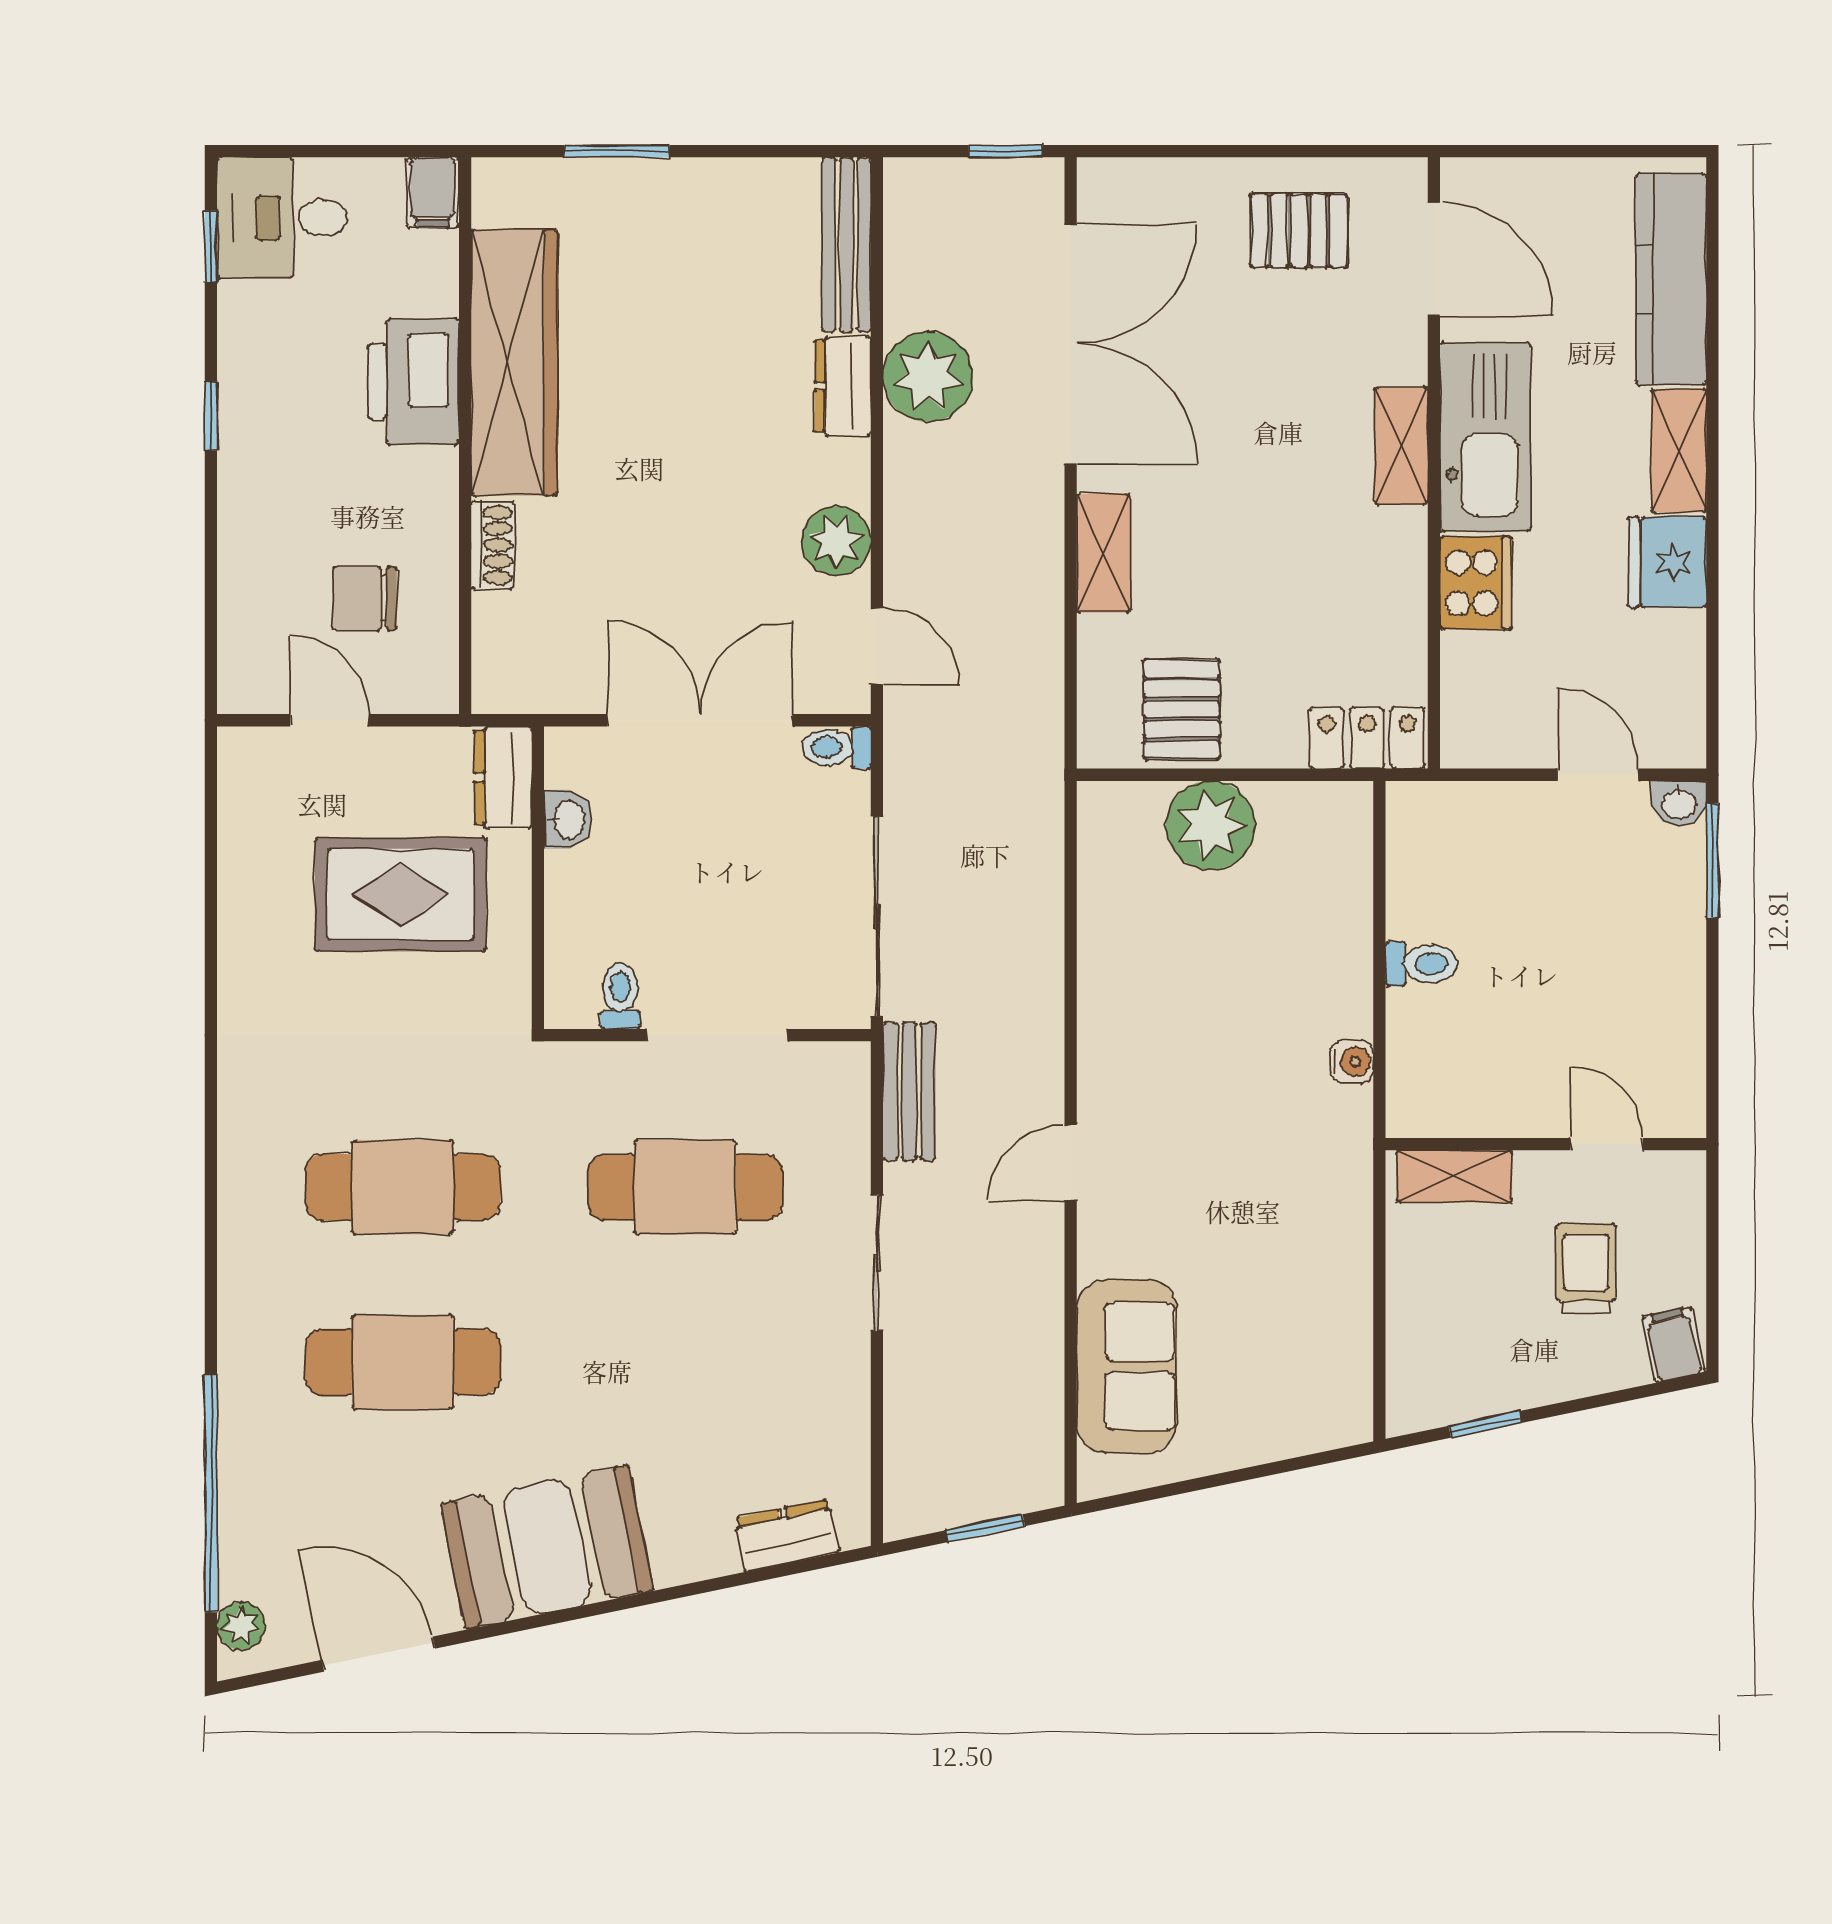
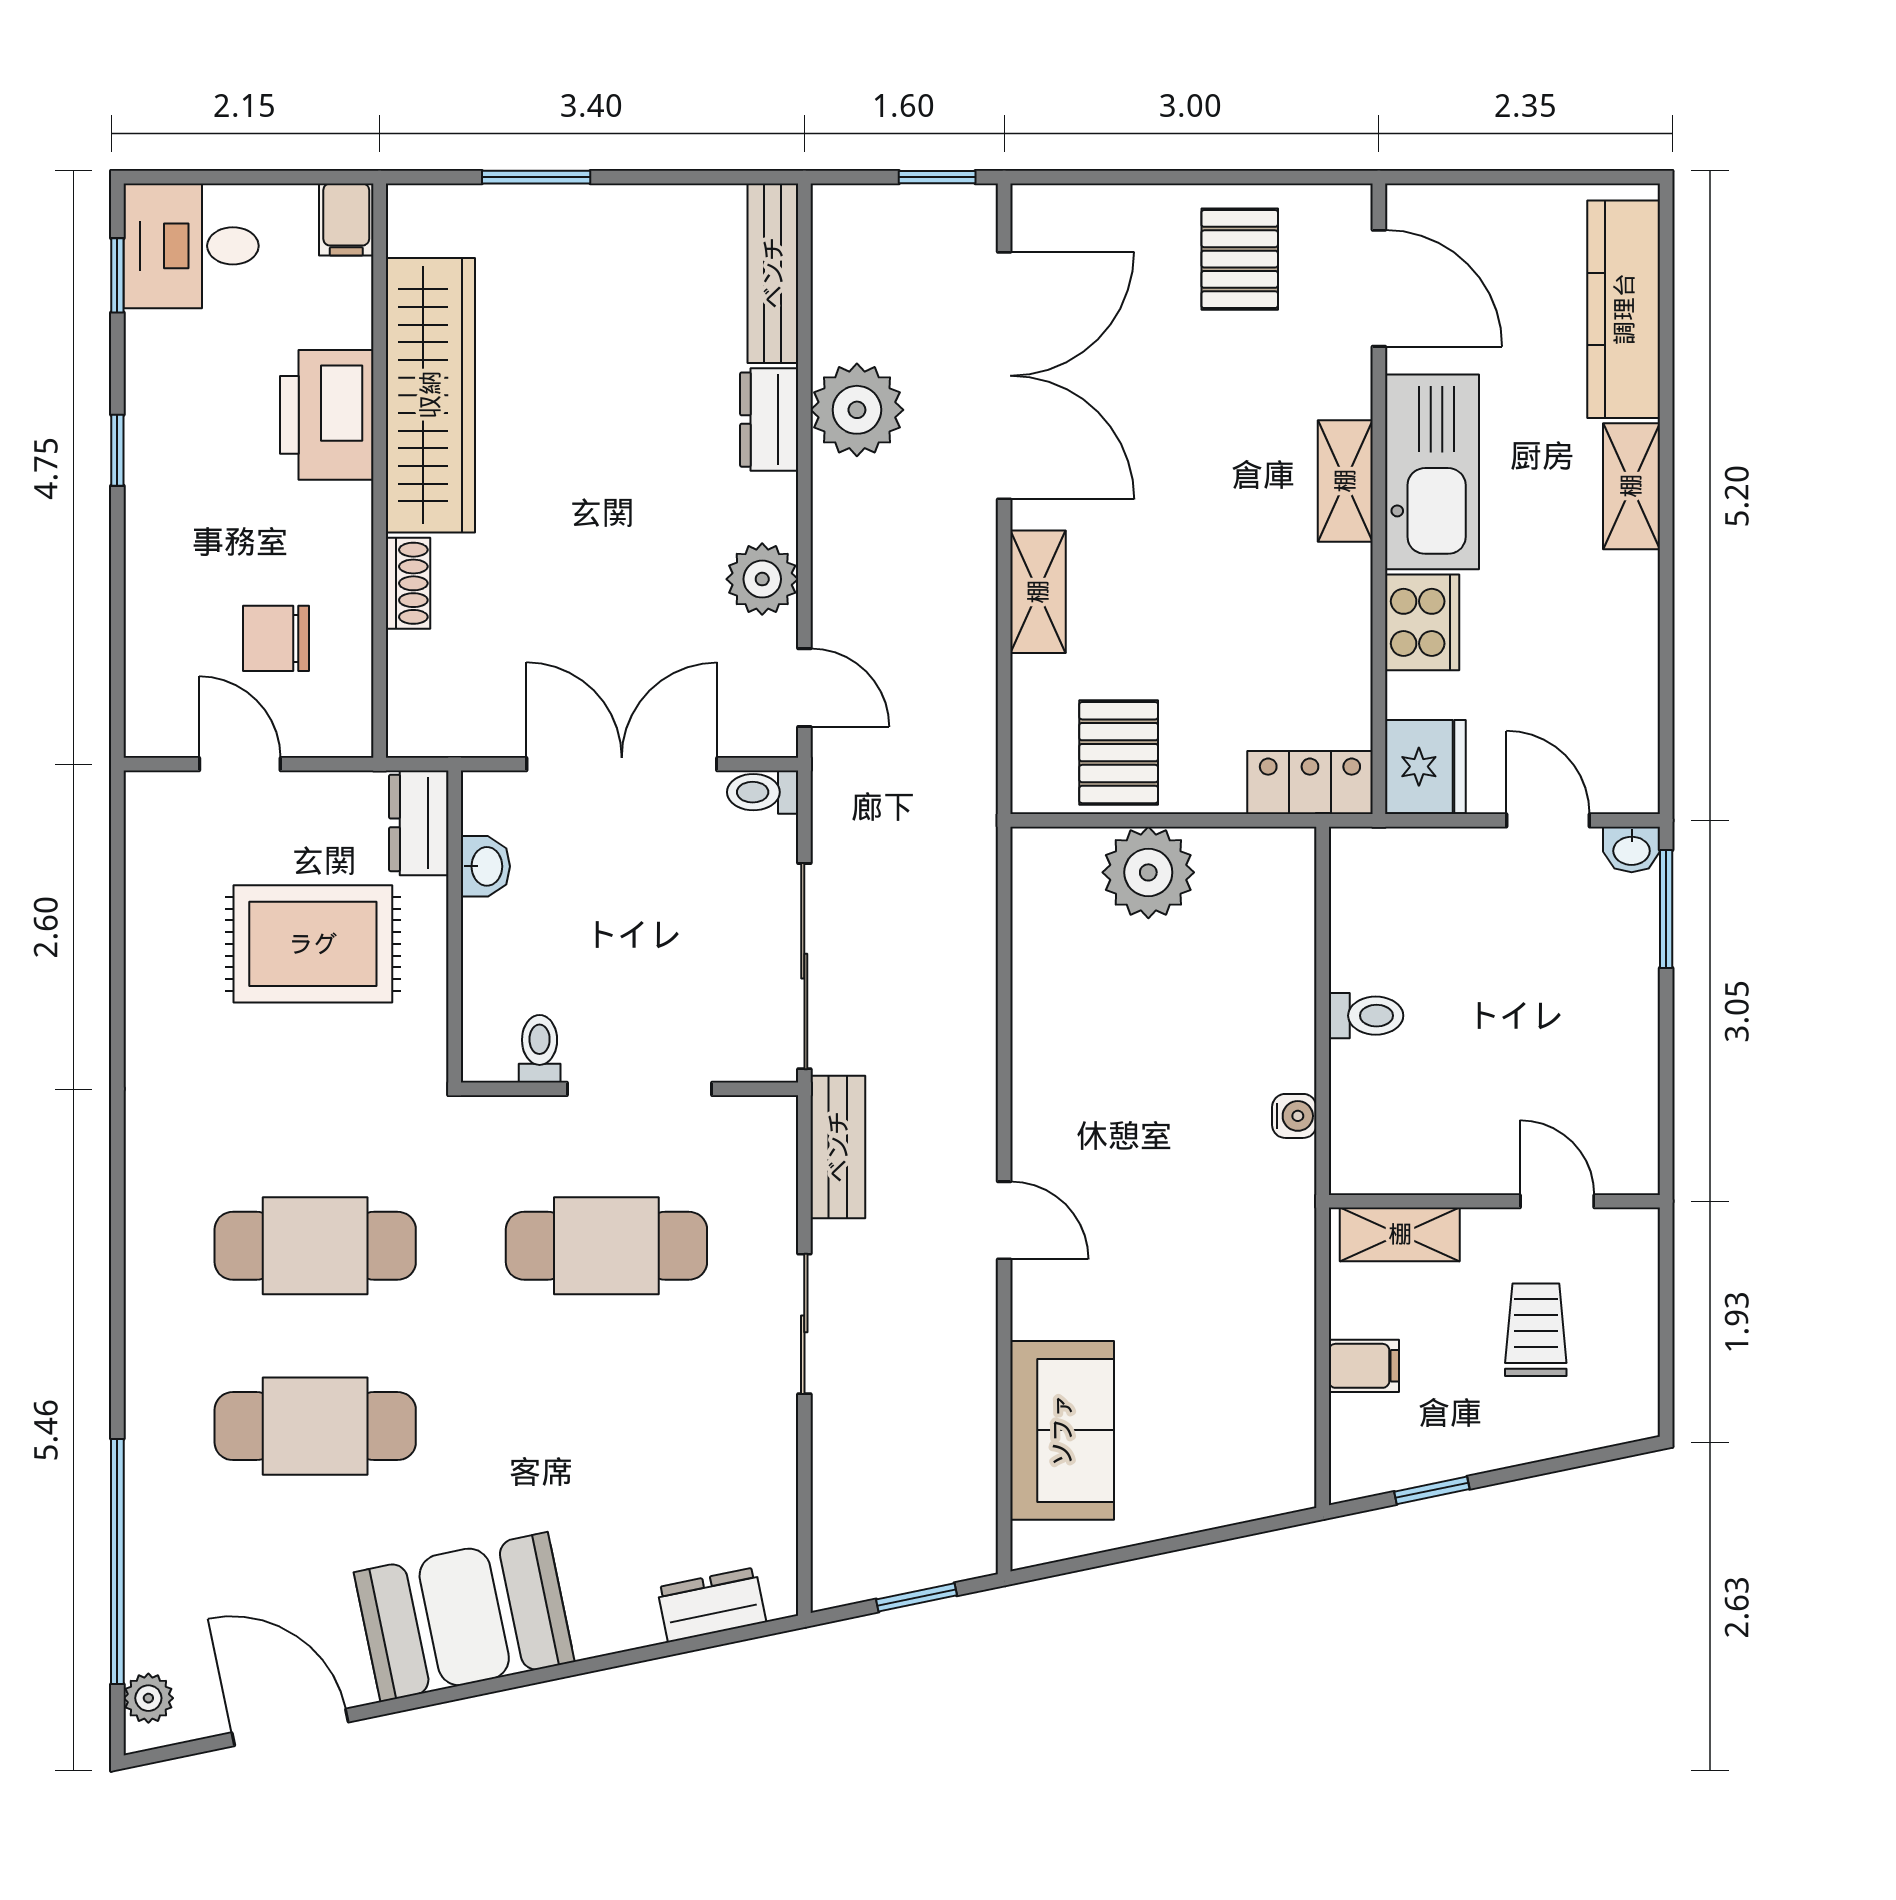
pallet: (1299, 231) -> (1240, 259), turned 90
fridge: (1667, 562) -> (1425, 767), moved, turned 180
door: (1071, 1163) -> (1004, 1220), swing flipped
filing cabinet: (1673, 1344) -> (1364, 1366), moved, turned 102

